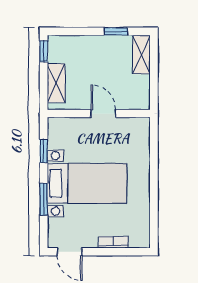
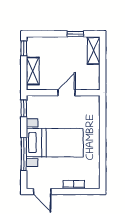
door: (103, 114) -> (67, 93), hinge flipped
window: (44, 151) -> (24, 108), moved
window: (44, 199) -> (24, 154), width x1.44

